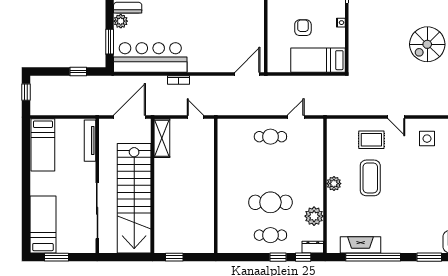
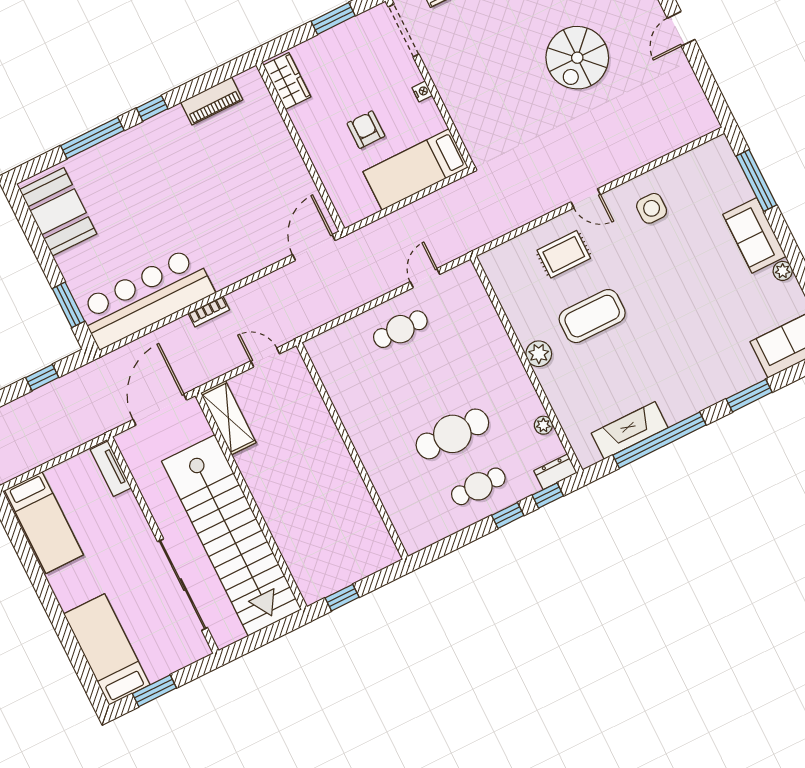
plant: (121, 21) -> (70, 264), removed
tv unit: (90, 141) -> (111, 469), width x0.71
coffee table: (370, 178) -> (592, 316), turned 90
plant: (314, 216) -> (543, 425), width x0.53, depth x0.53

